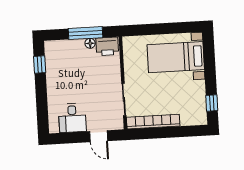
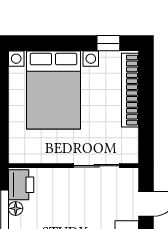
bed with nightstands: (176, 57) -> (53, 90), width x1.36
bookcase: (153, 122) -> (130, 90), moved

